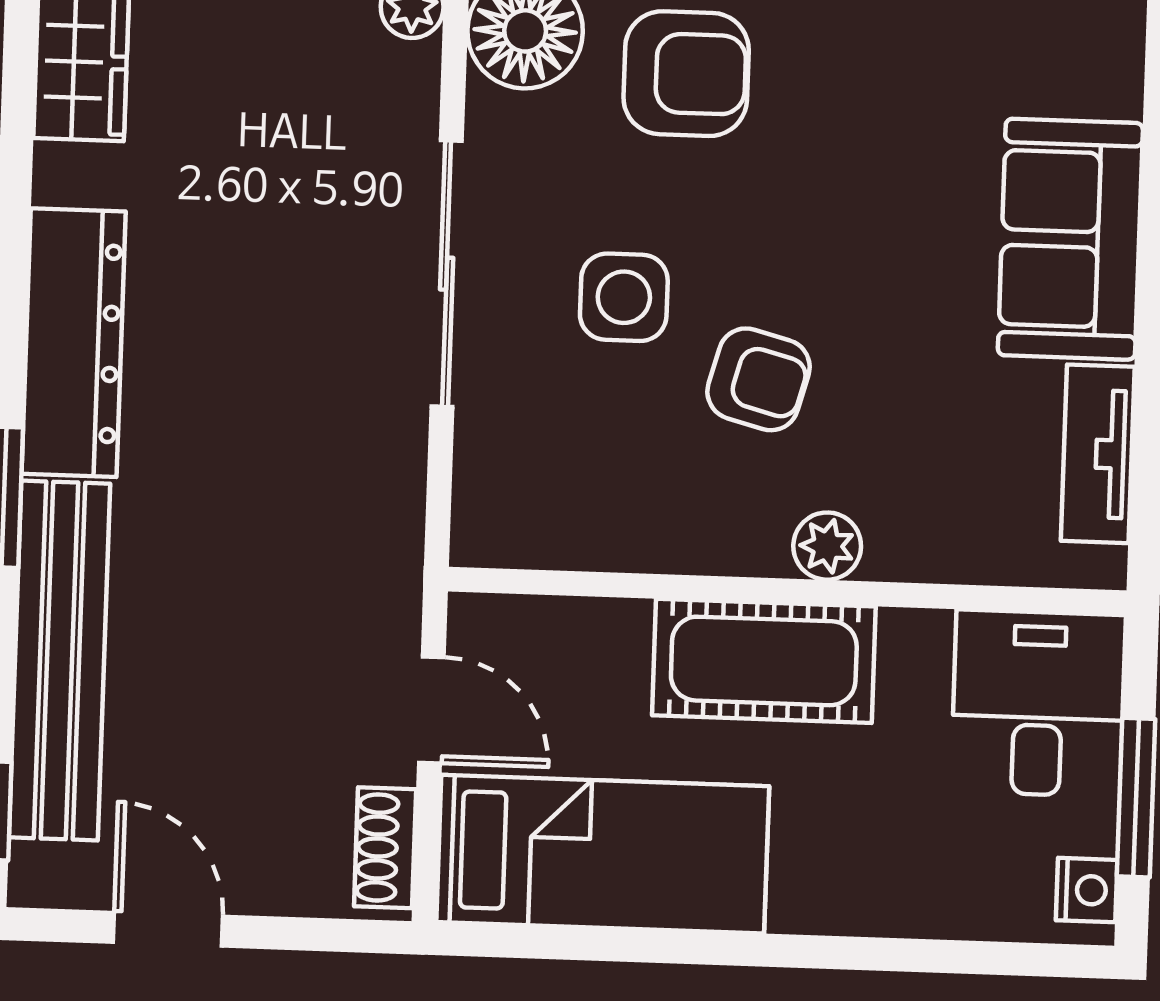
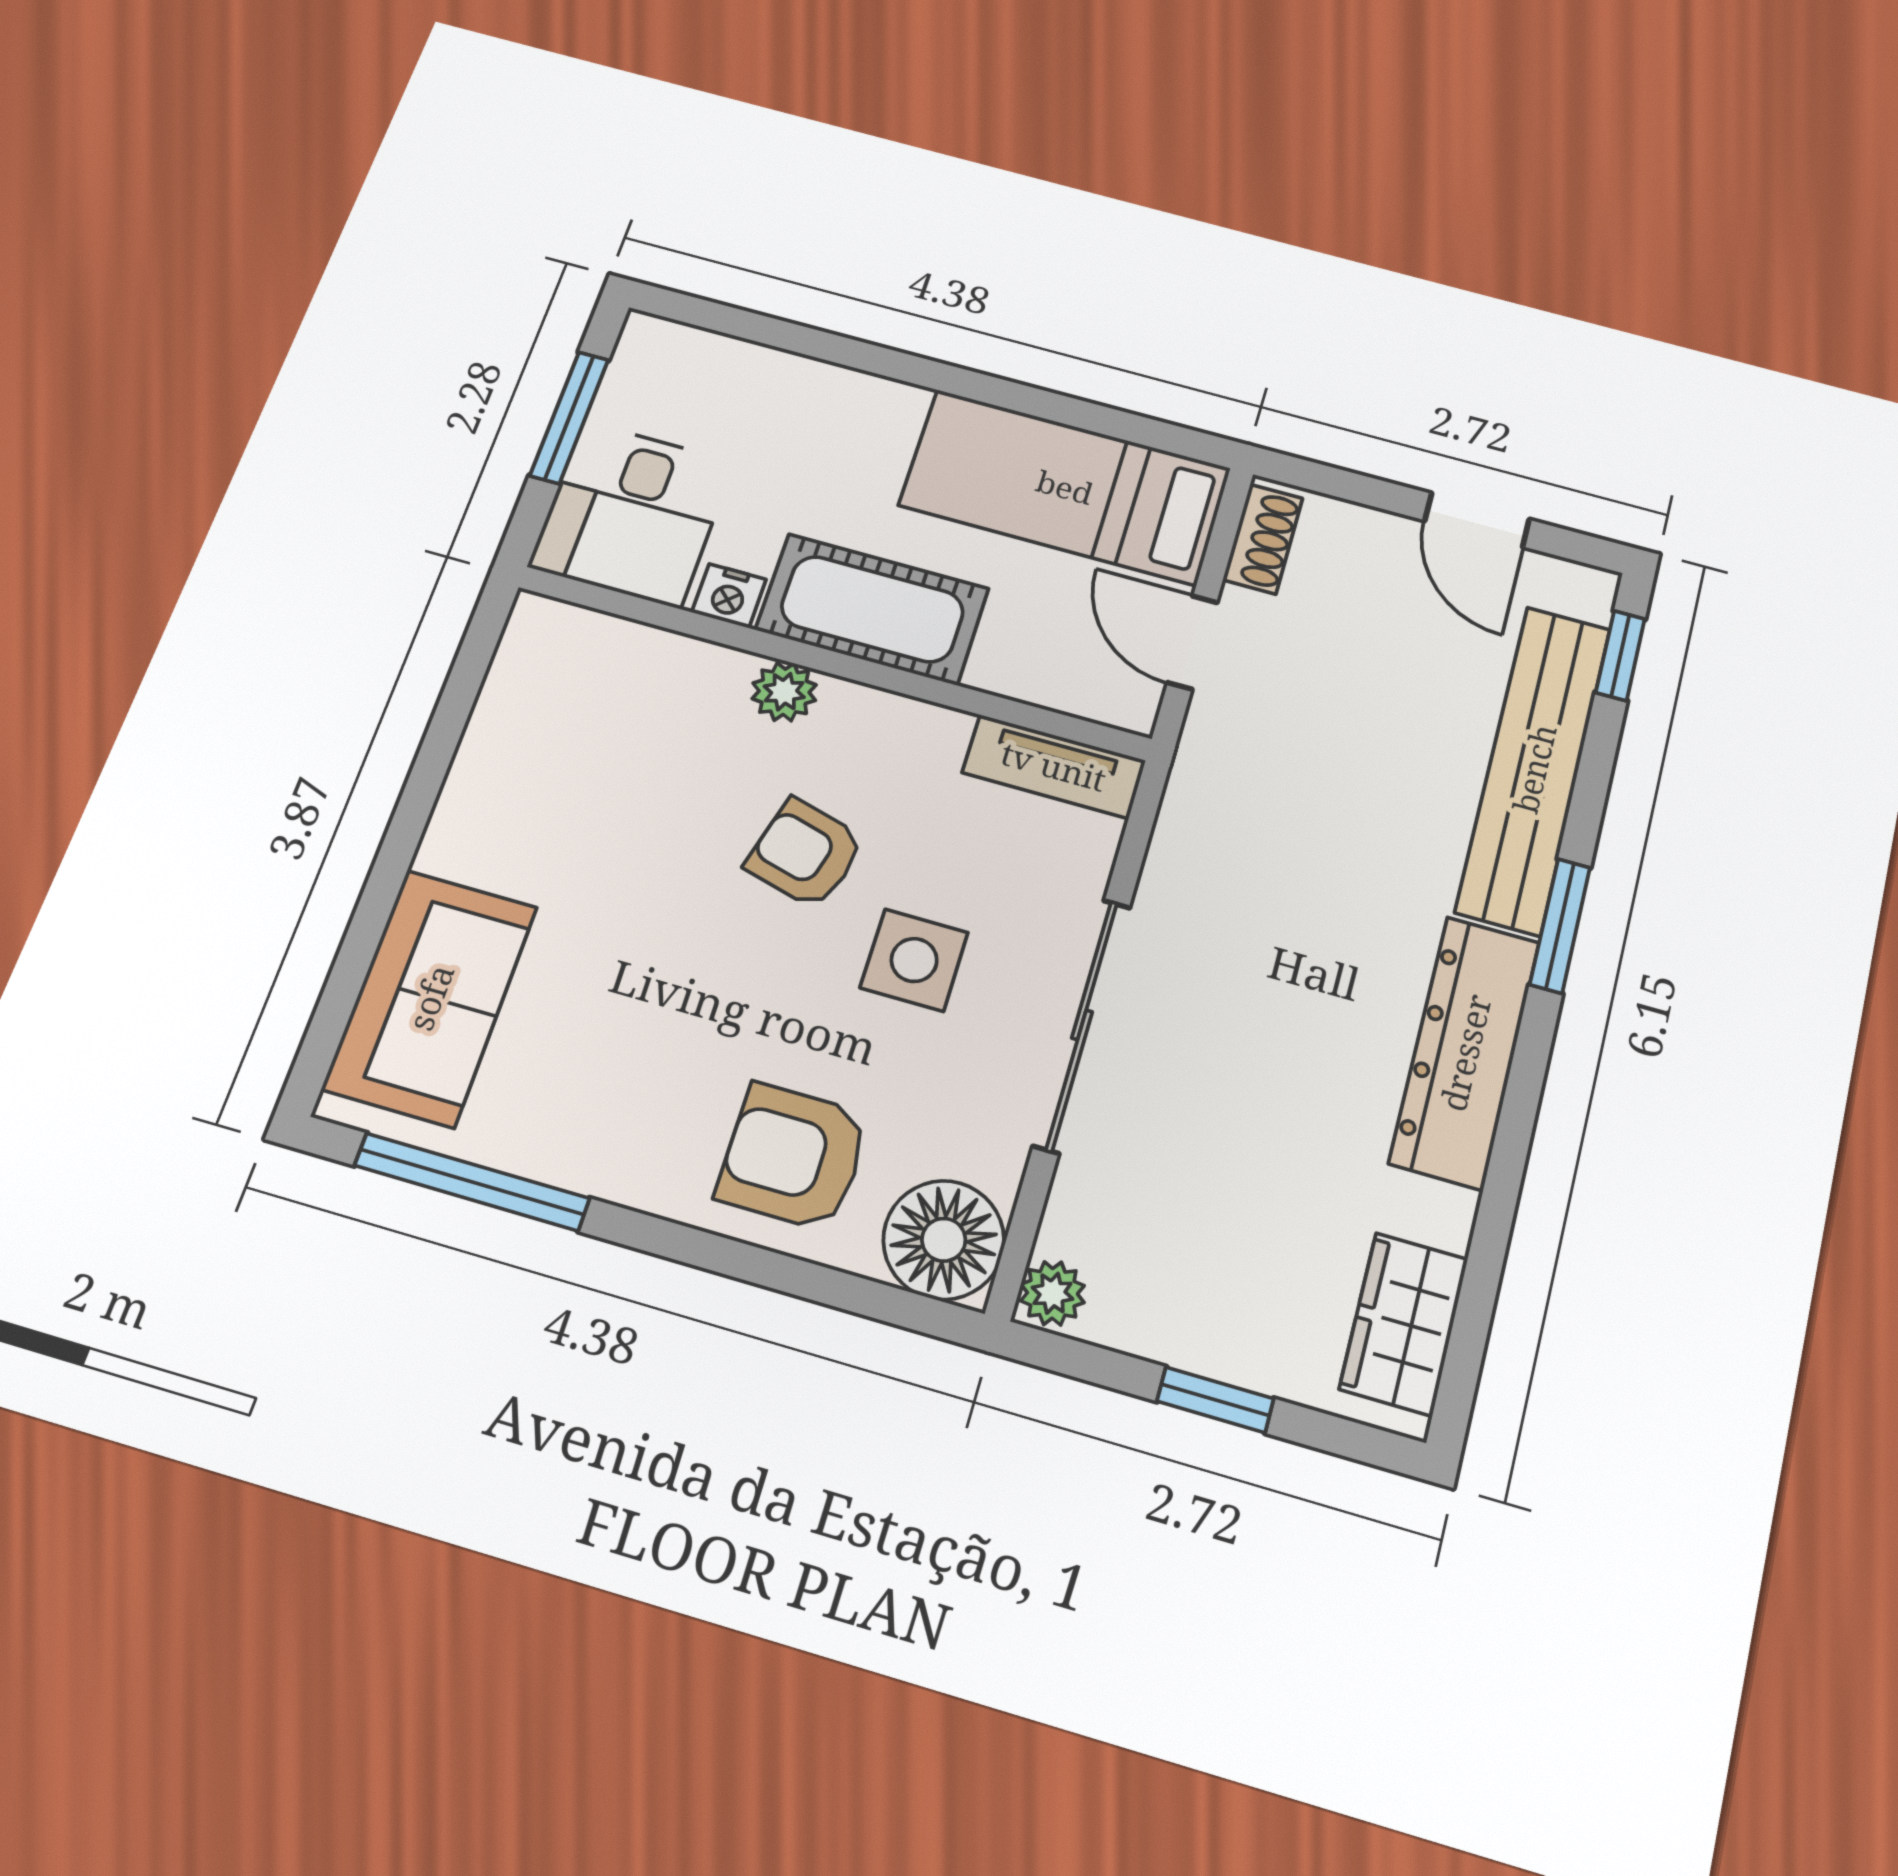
sofa: (1070, 239) -> (430, 997), moved
tv unit: (1098, 454) -> (1054, 766), moved, turned 90
nightstand: (1087, 890) -> (729, 596), moved, turned -90

